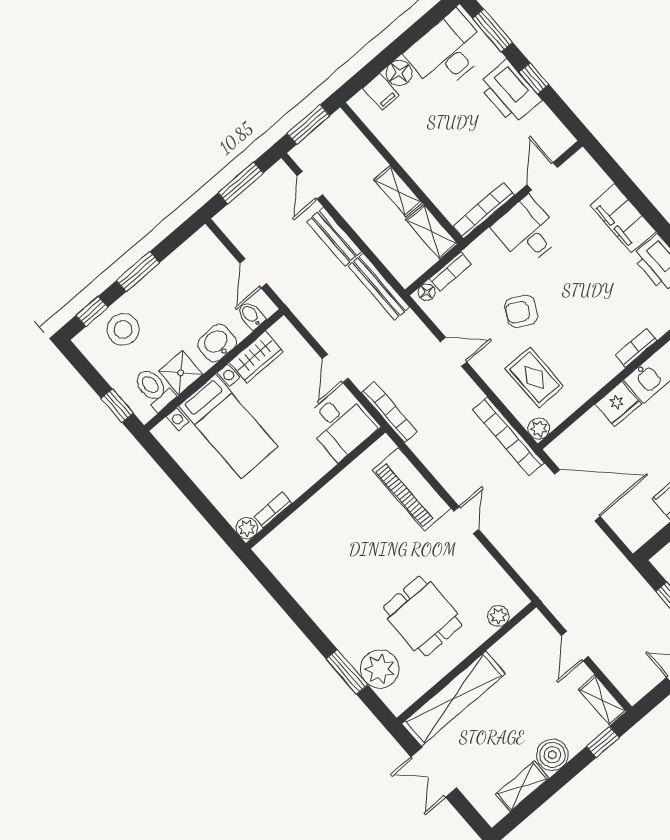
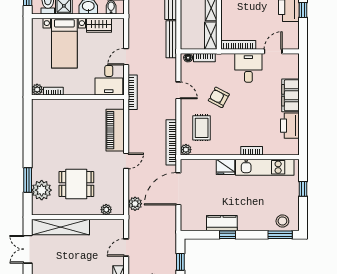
door: (577, 495) -> (178, 189), swing flipped
plant: (533, 571) -> (135, 204), added
dining table: (423, 616) -> (76, 184), turned 90

